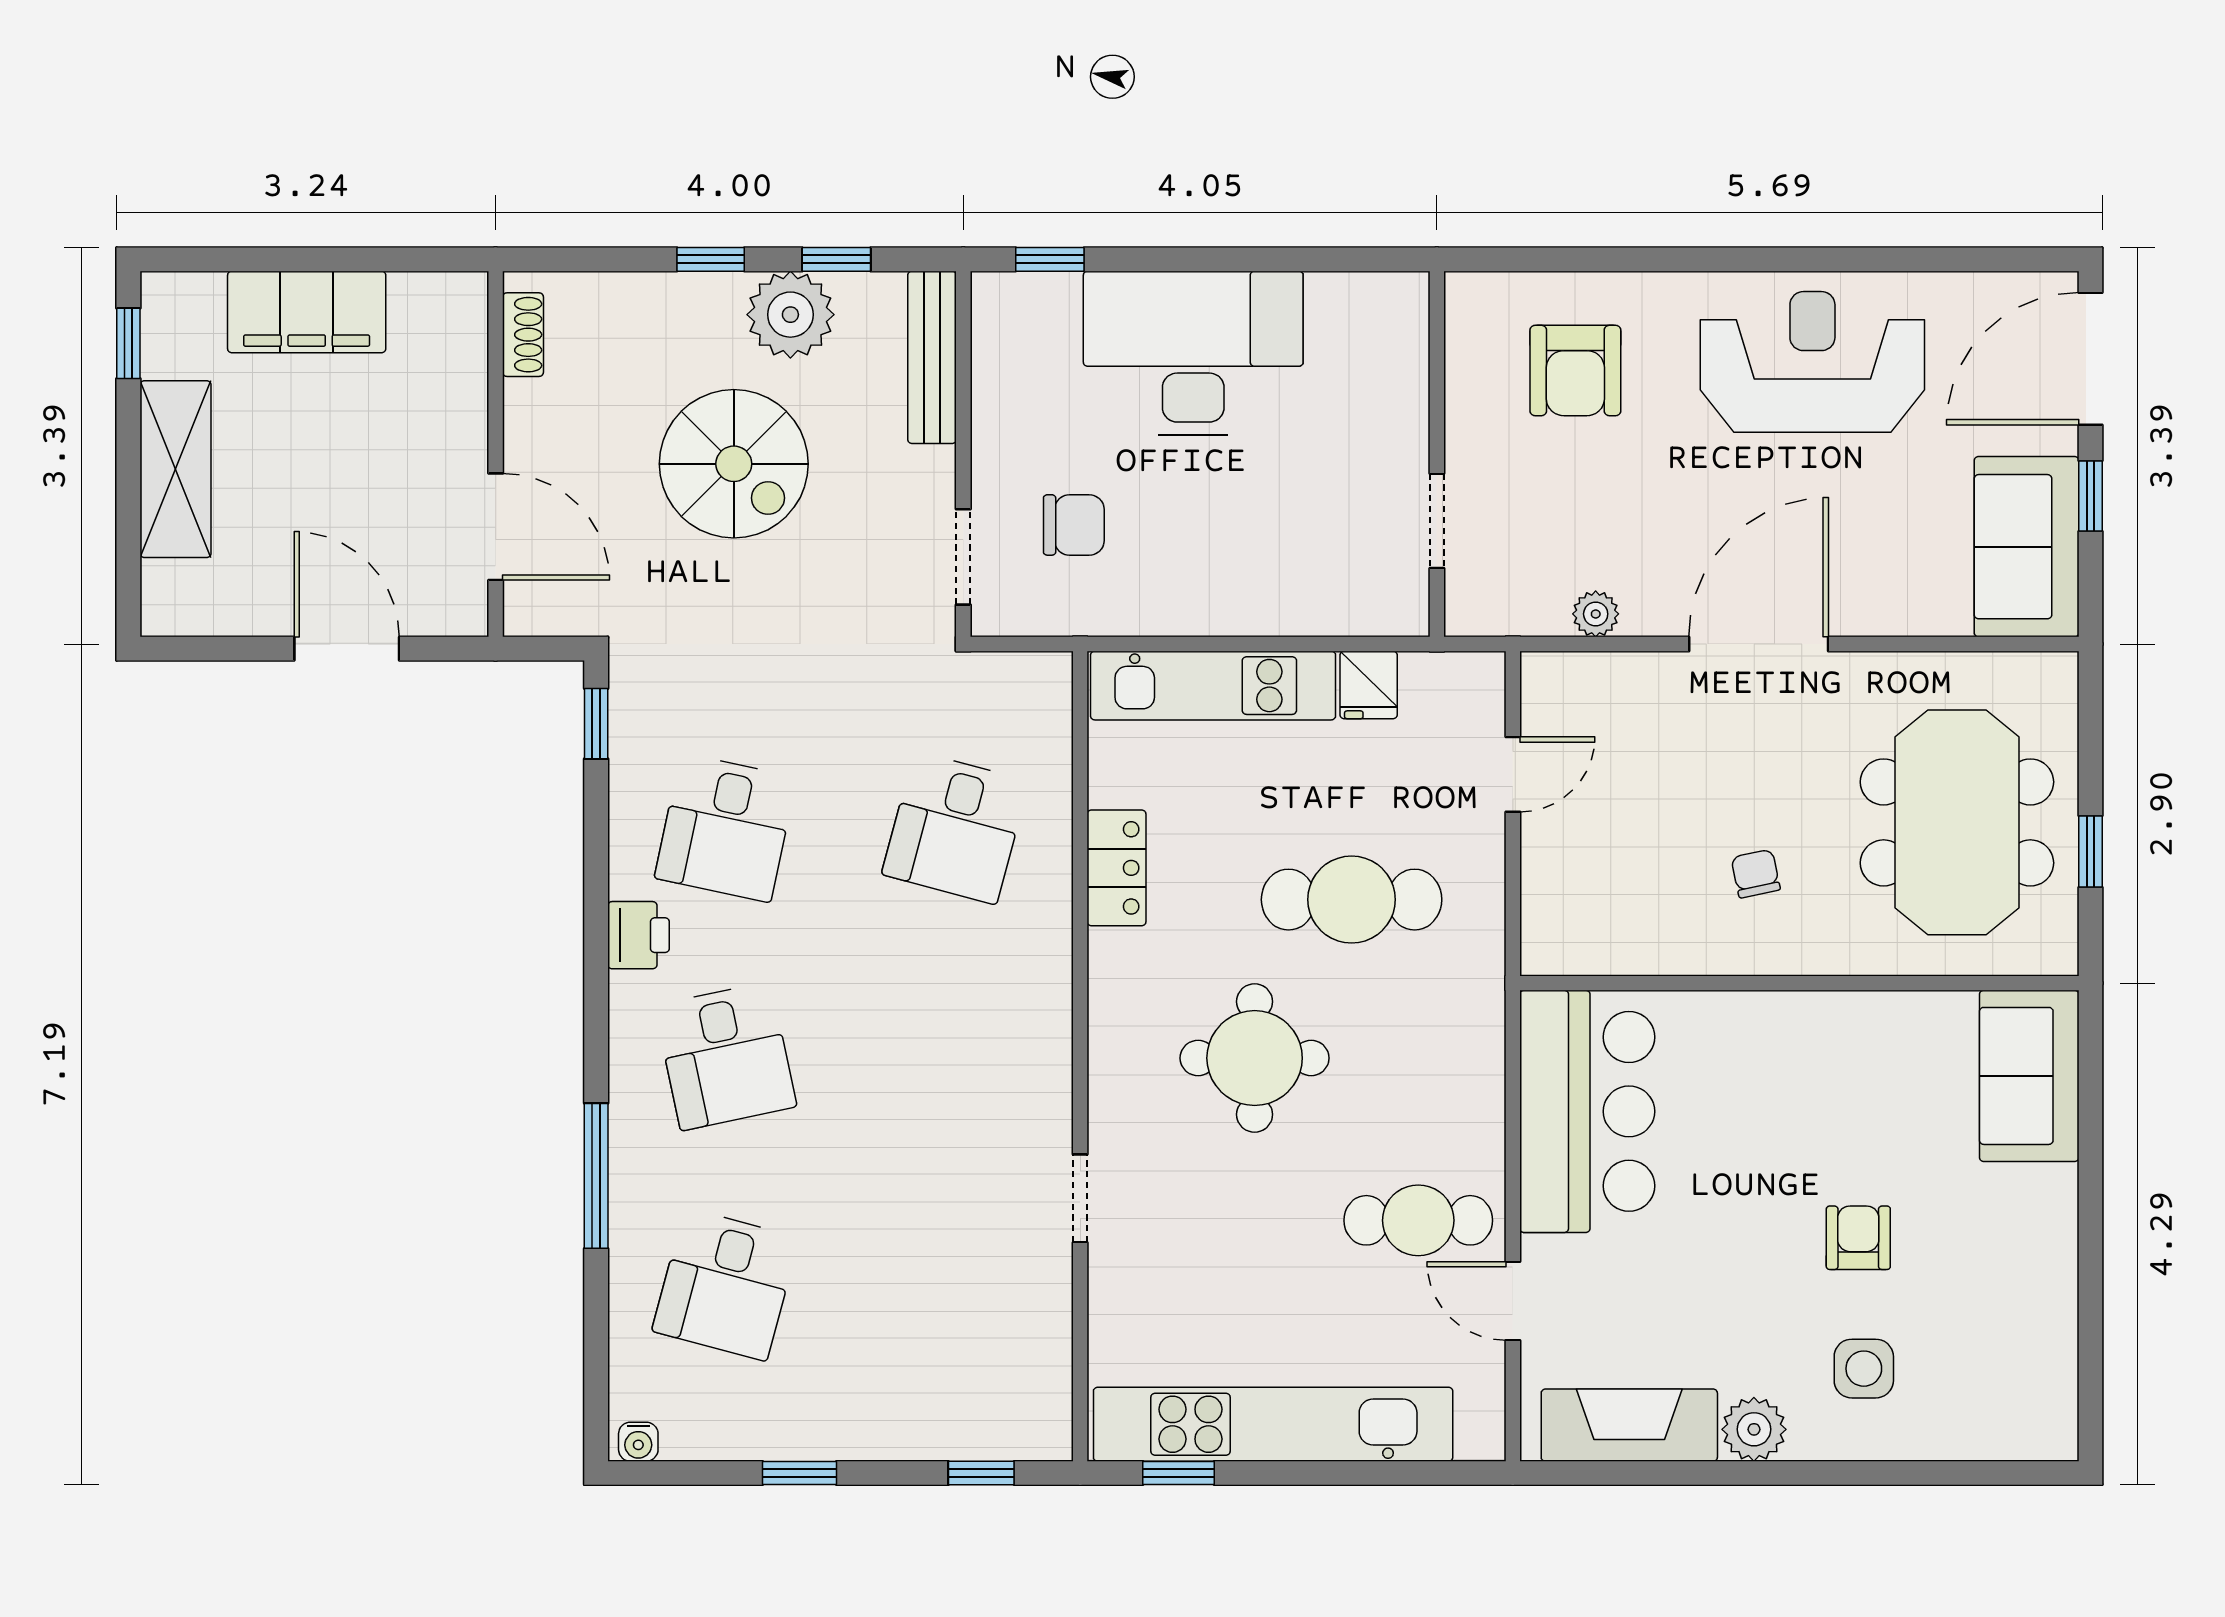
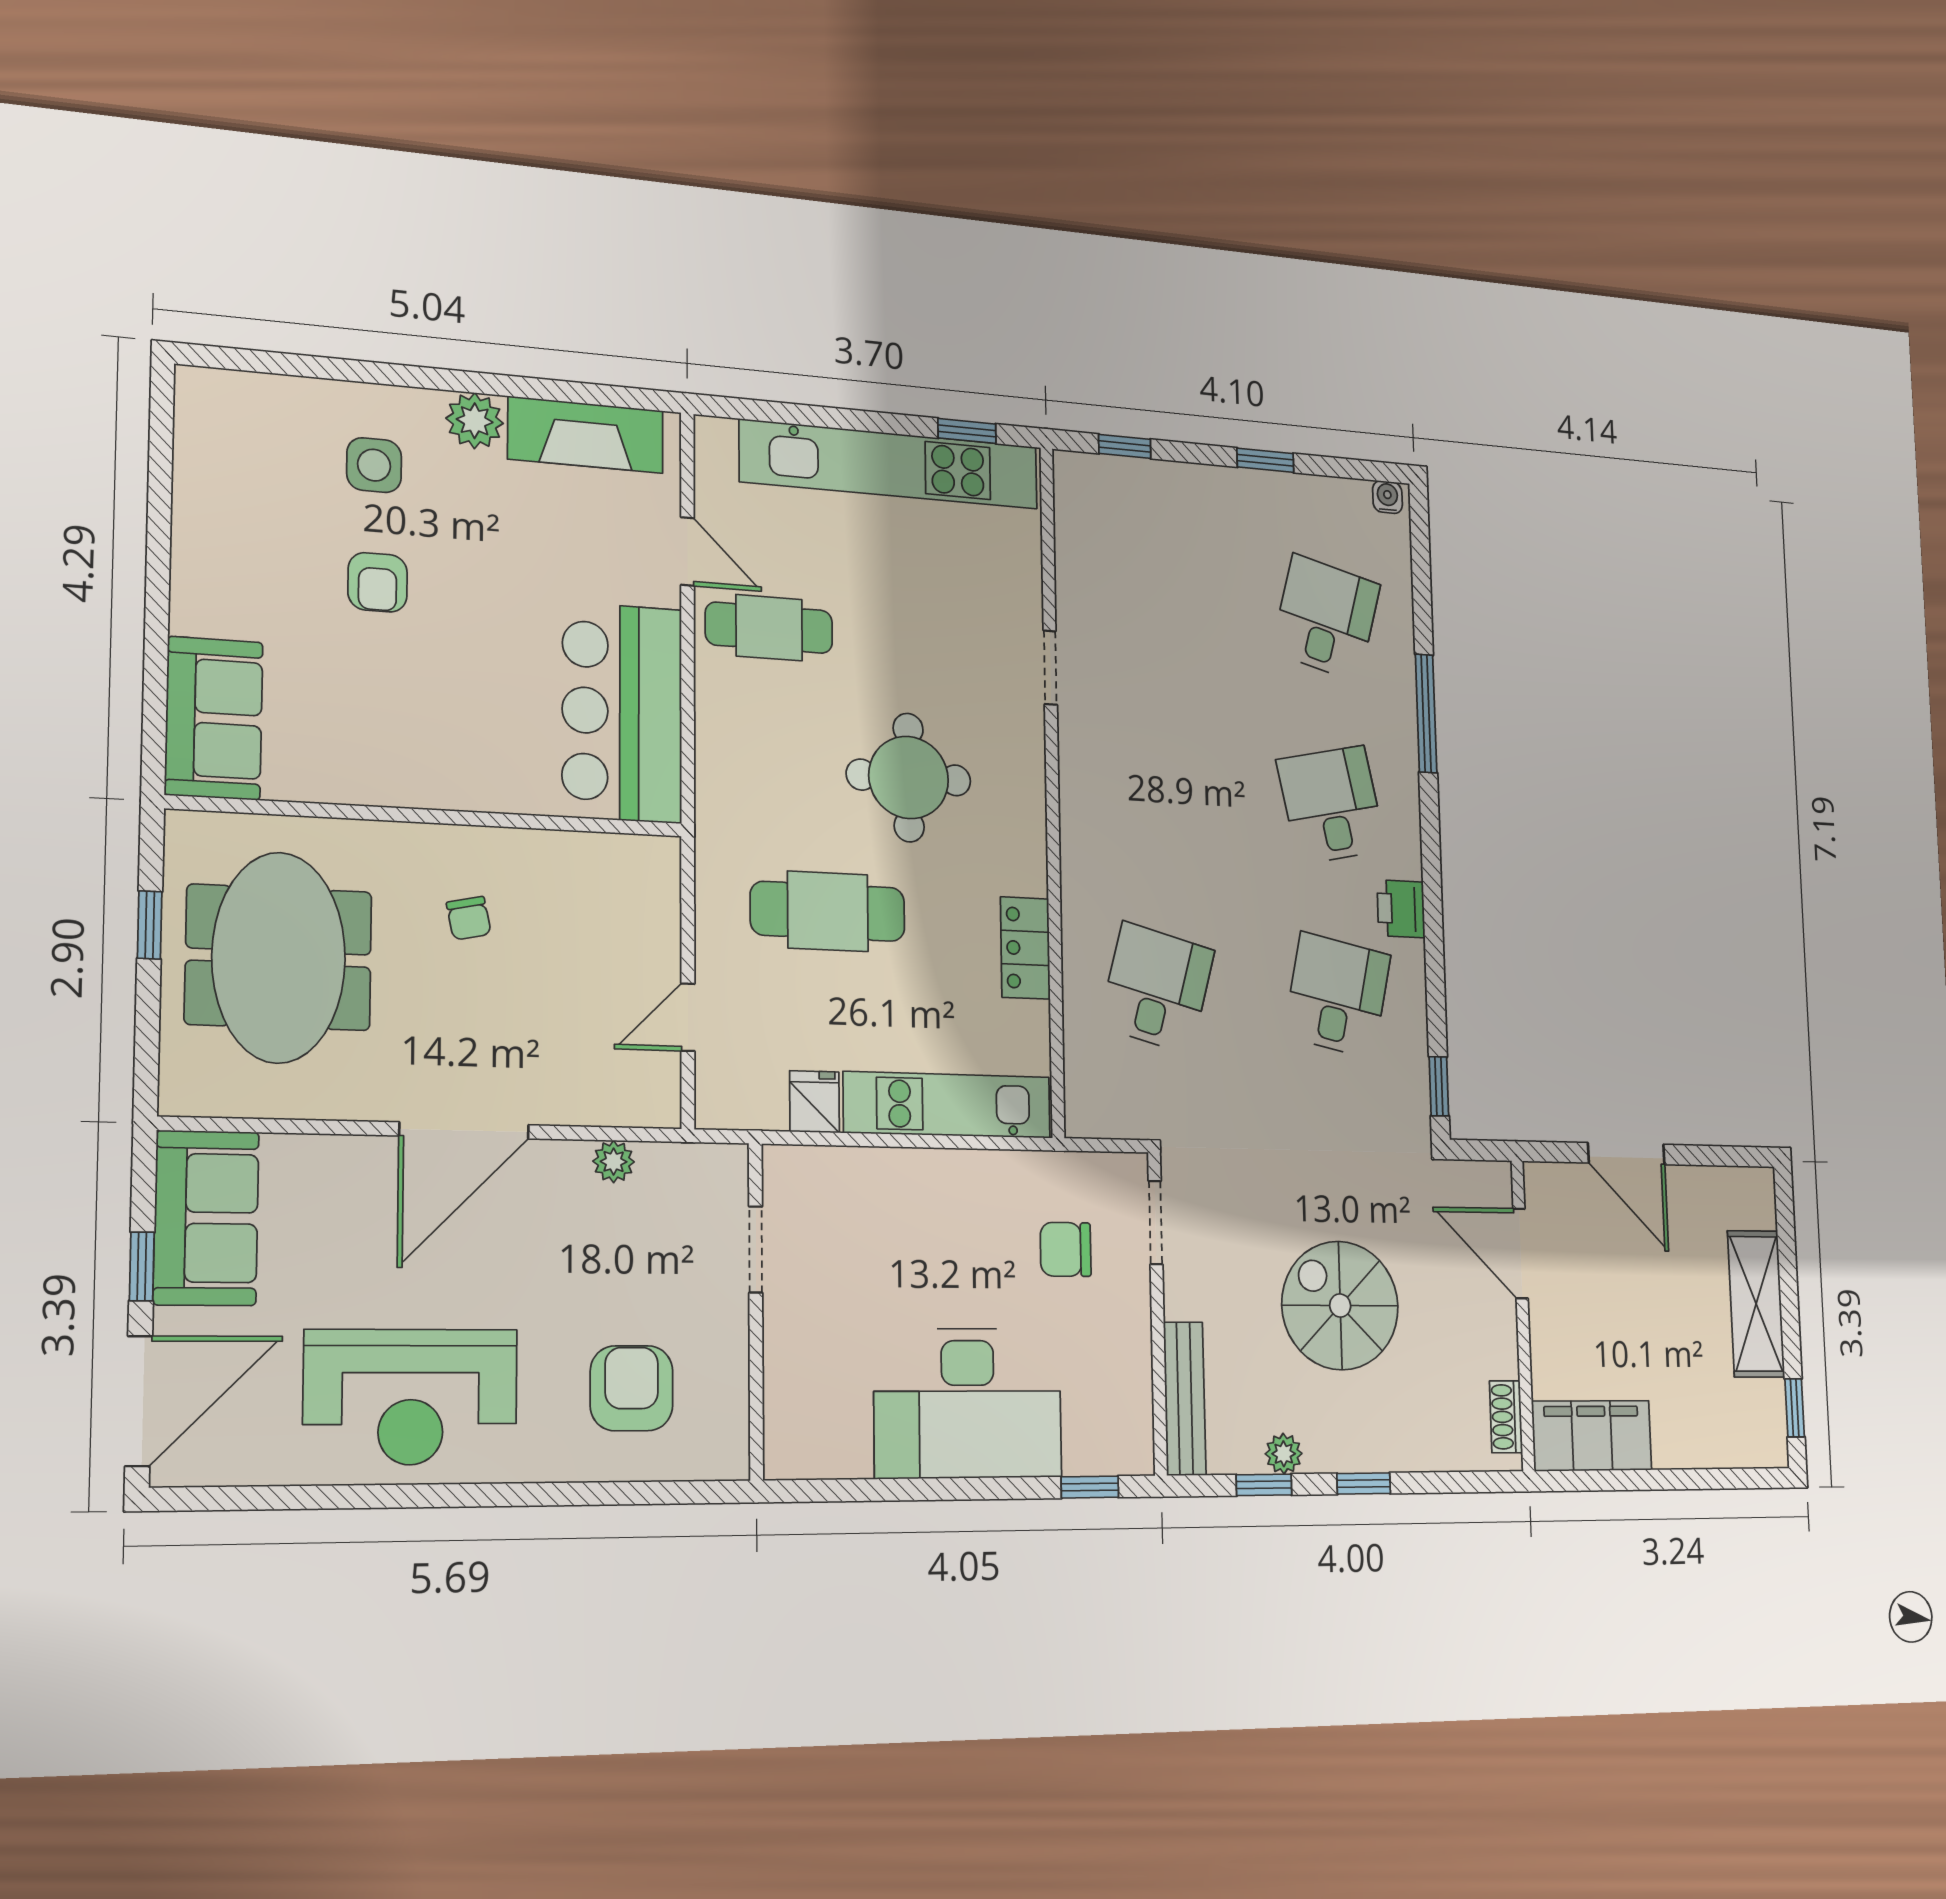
filing cabinet: (307, 312) -> (1592, 1436), moved
plant: (790, 315) -> (1284, 1454), width x0.53, depth x0.53

